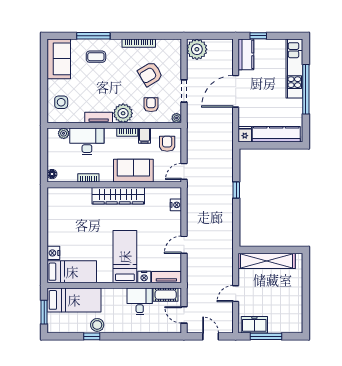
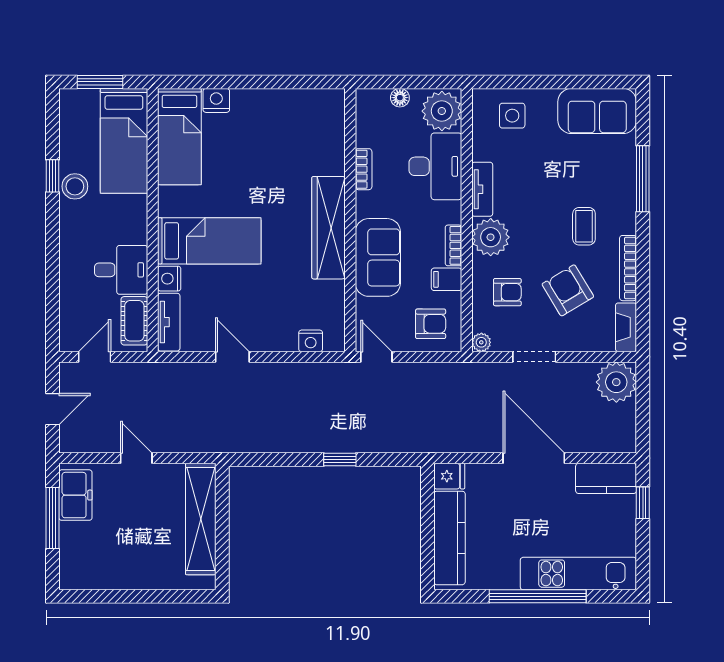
fireplace: (169, 44) -> (626, 327), added
coffee table: (96, 57) -> (584, 226), moved
plant: (64, 133) -> (442, 111), width x1.88, depth x1.88
floor lamp: (52, 174) -> (400, 98), moved

